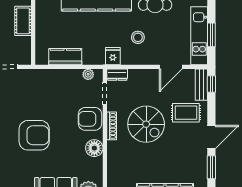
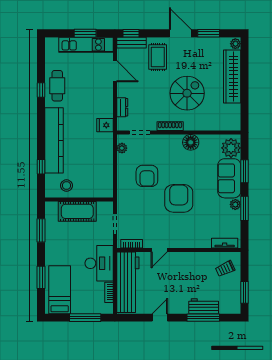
cot: (23, 21) -> (77, 211), width x1.37, depth x1.34
stool: (138, 37) -> (67, 186), moved
kitchen counter: (65, 57) -> (105, 169), removed
dresser: (117, 75) -> (122, 107), moved
armchair: (90, 119) -> (147, 176), moved
spiral stairs: (146, 124) -> (187, 93), moved

